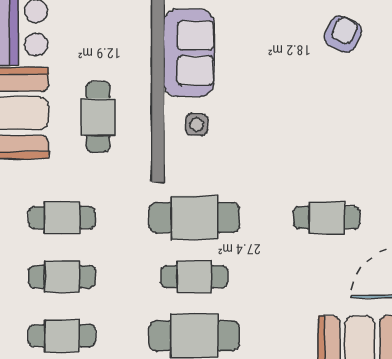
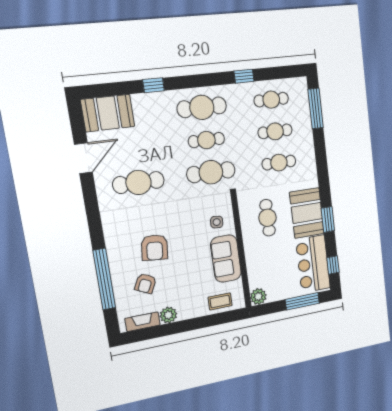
armchair: (317, 97) -> (155, 248), added
cafe table: (327, 218) -> (139, 182), width x1.37, depth x1.35

